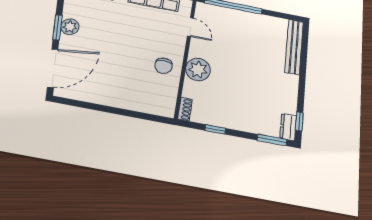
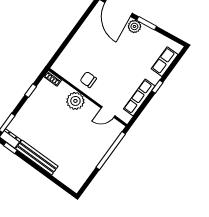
plant: (70, 27) -> (134, 26), moved
bench: (294, 47) -> (37, 158), moved

